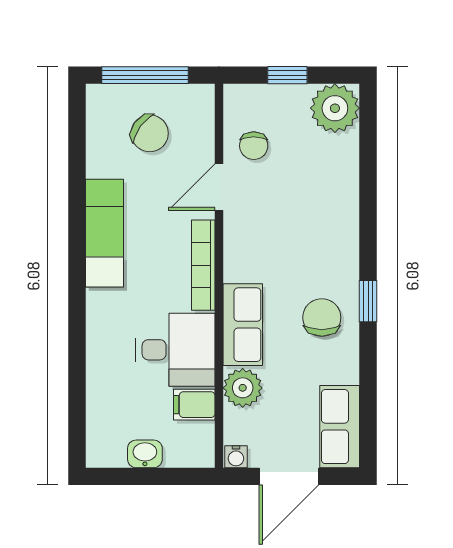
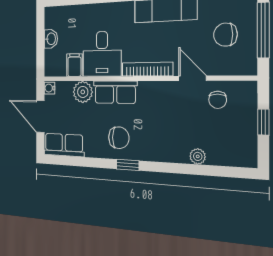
plant: (335, 108) -> (198, 156), moved, width x0.53, depth x0.53
chair: (150, 133) -> (225, 35), turned 54
chair: (254, 146) -> (218, 100), turned -90

